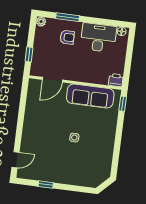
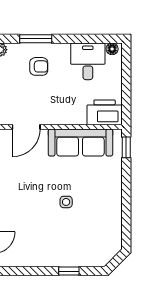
desk: (98, 38) -> (88, 61), width x0.73
printer: (116, 80) -> (105, 112), width x1.87, depth x1.48
window: (46, 185) -> (69, 271), moved

